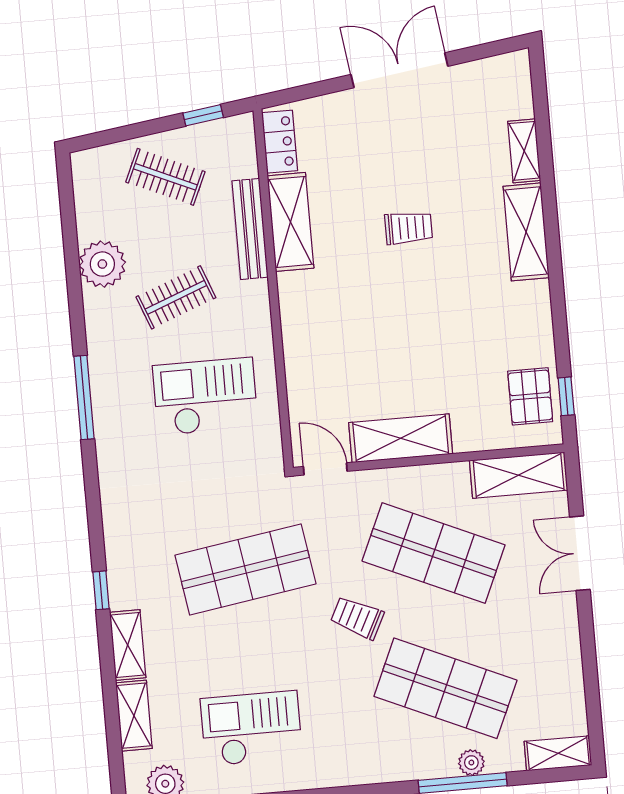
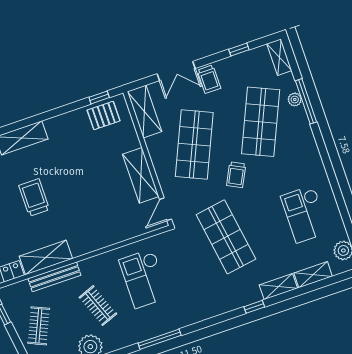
trolley: (409, 228) -> (34, 197), width x1.36, depth x1.39
trolley: (549, 611) -> (209, 79), added
window: (591, 681) -> (239, 50), added

